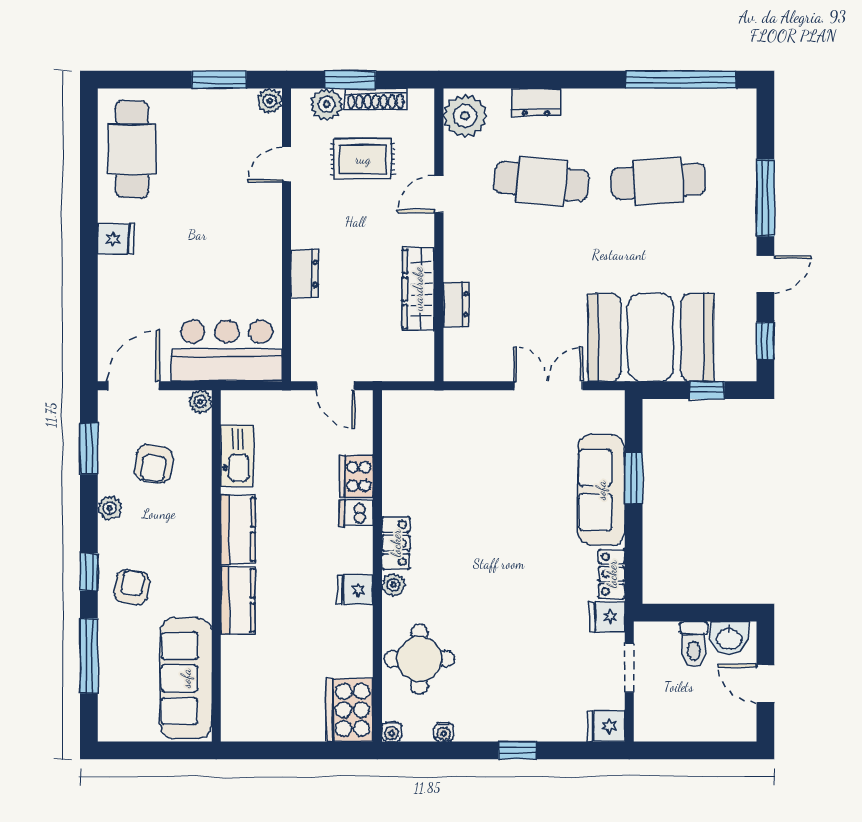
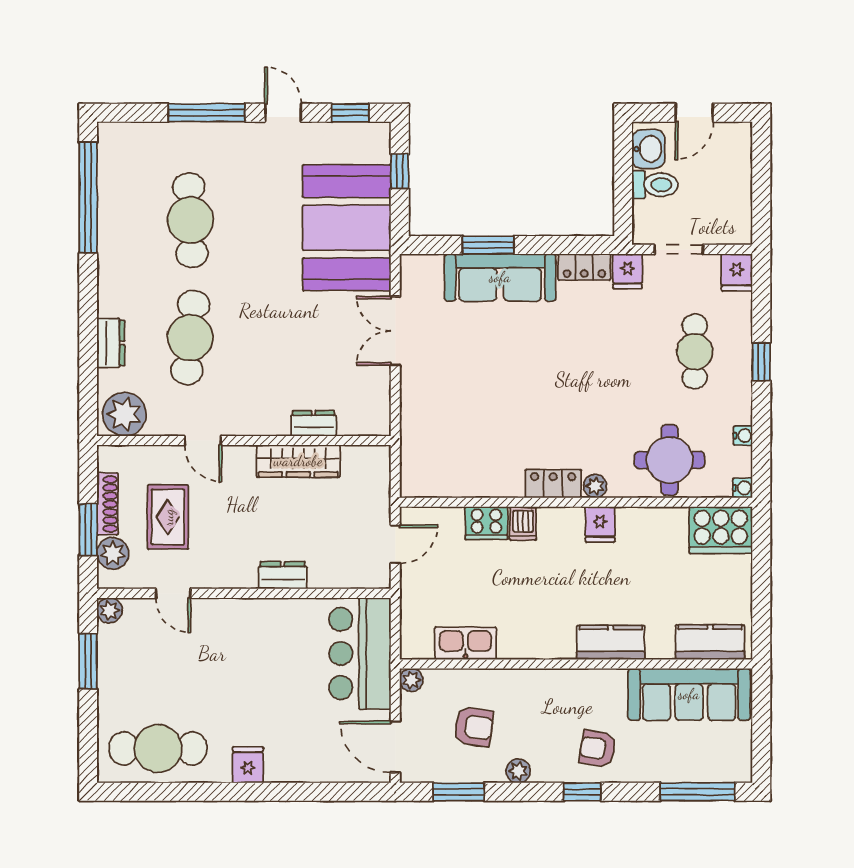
kitchen counter: (238, 530) -> (710, 642), moved
window: (89, 656) -> (697, 792), moved
cafe table: (527, 684) -> (695, 352), added

